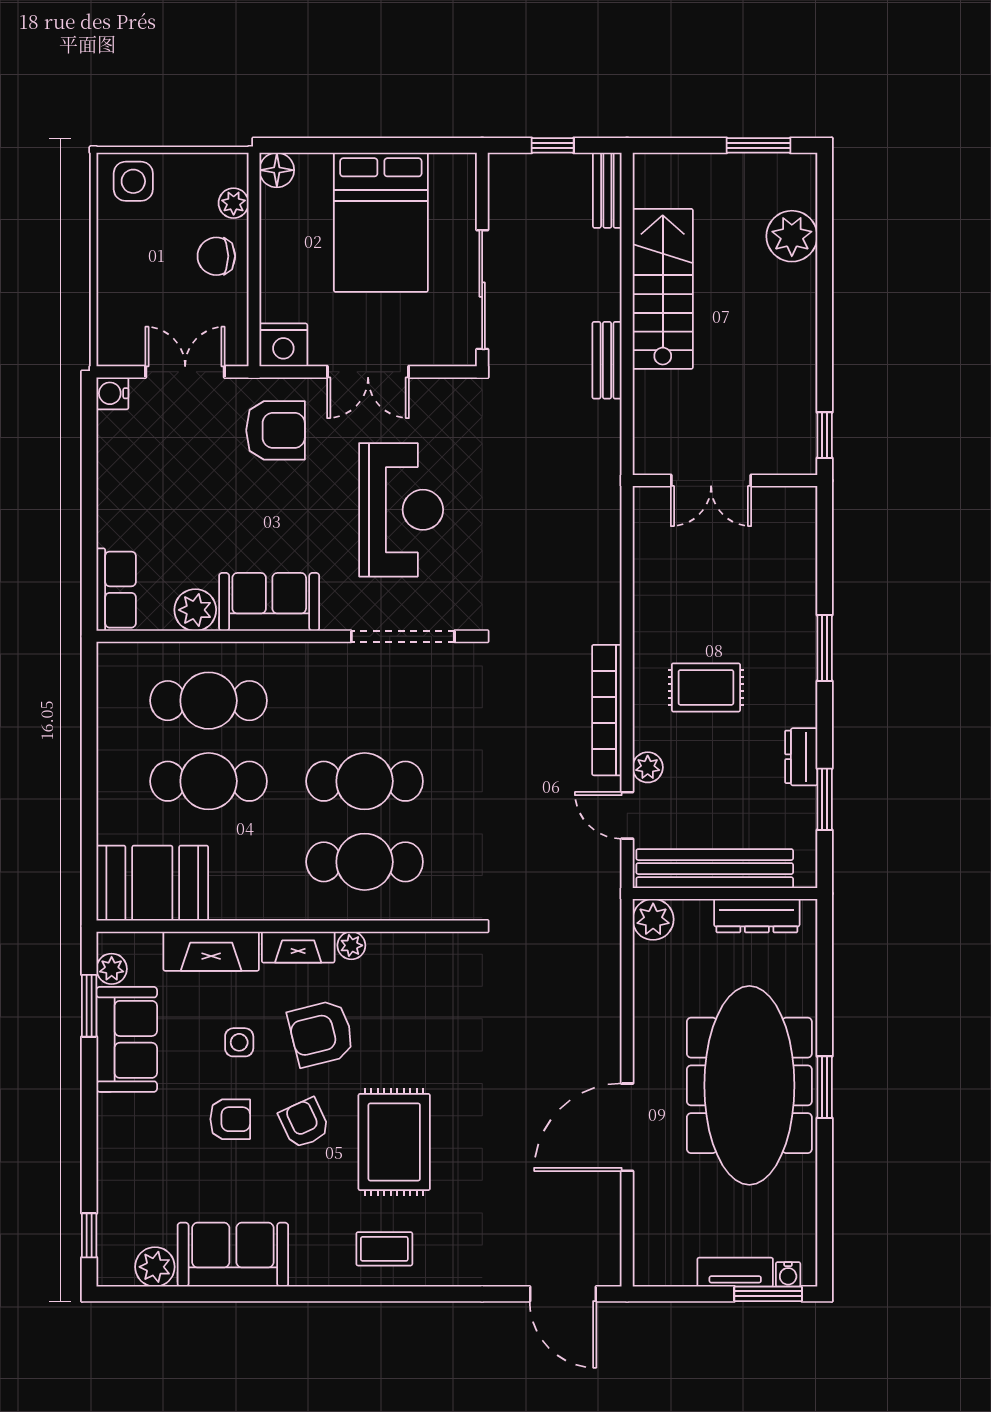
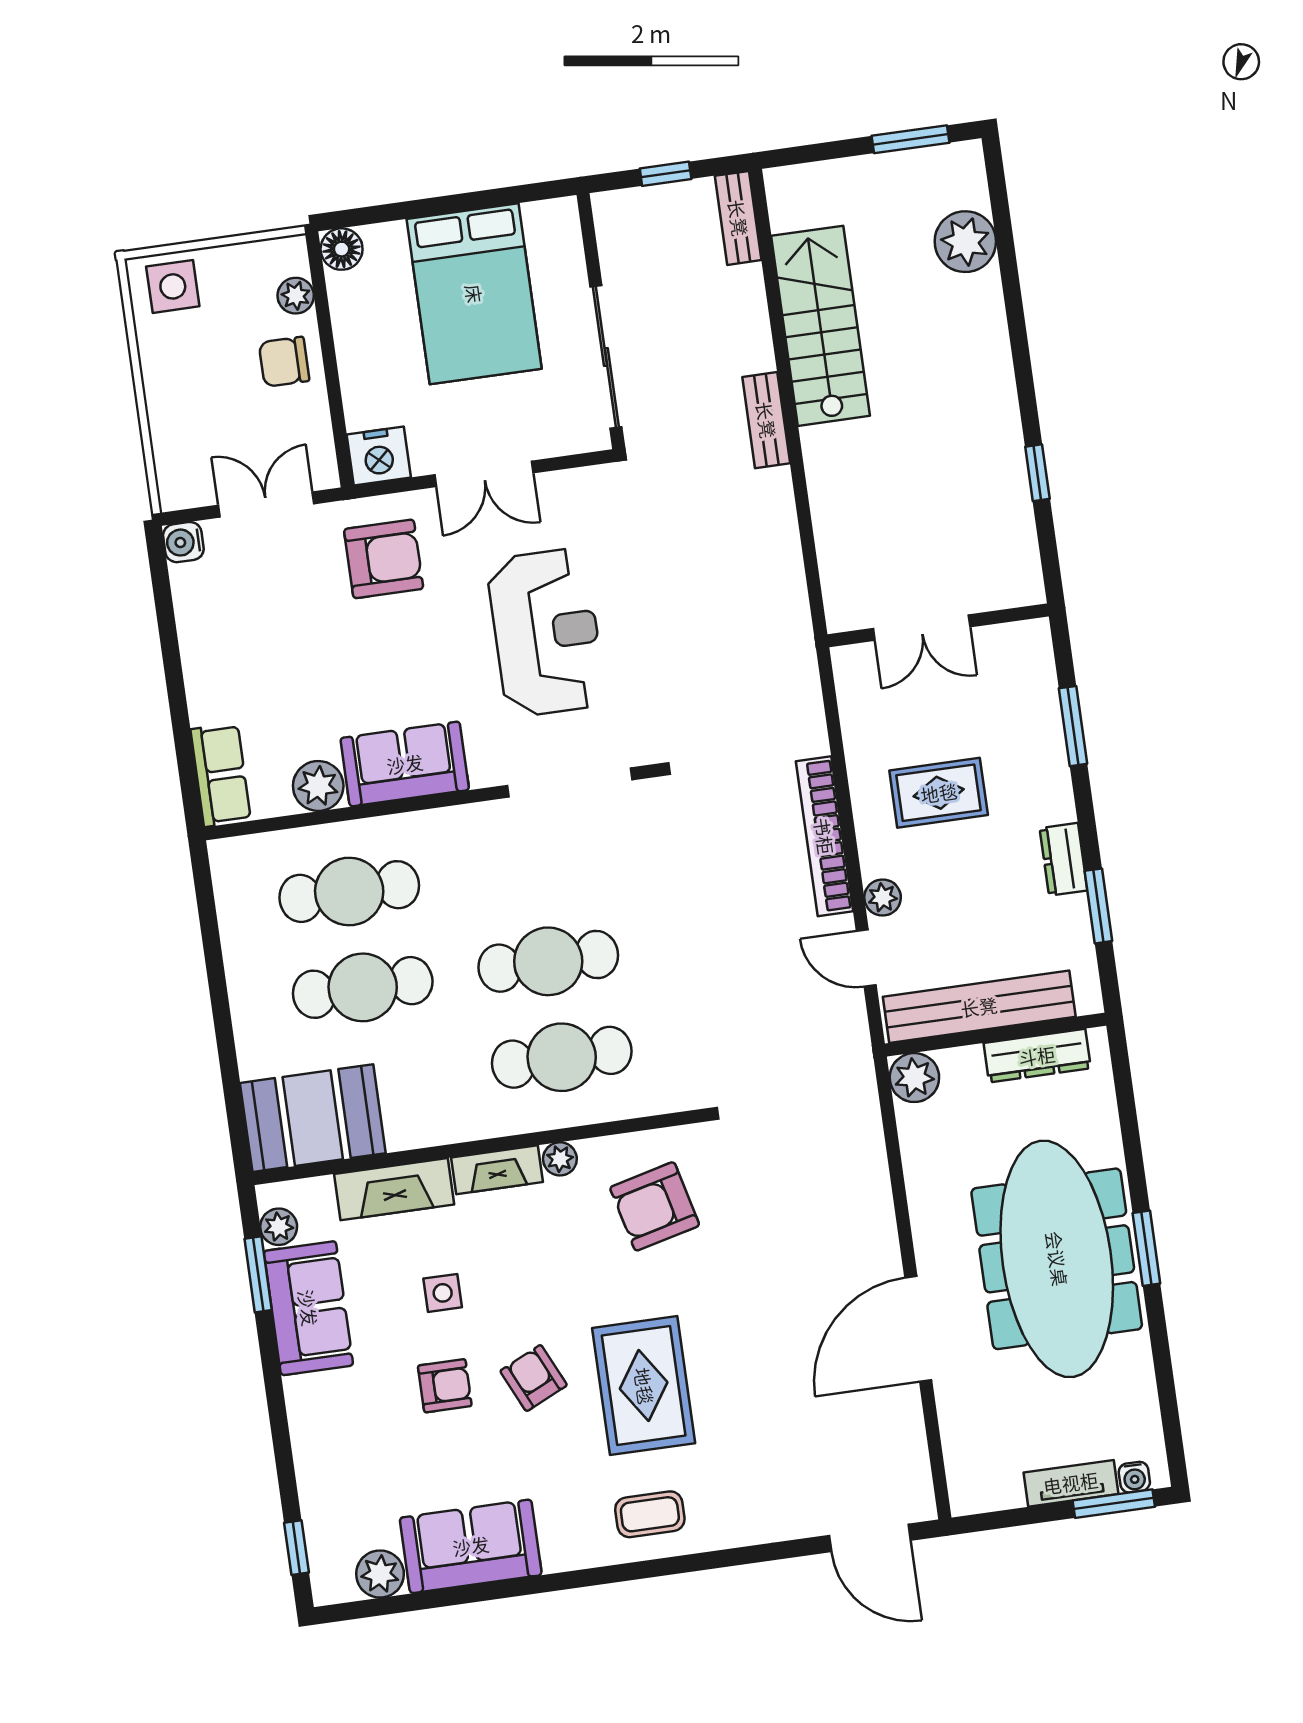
double door: (711, 481) -> (922, 628), moved
wall: (725, 481) -> (938, 625), moved
armchair: (321, 1033) -> (655, 1206), moved

